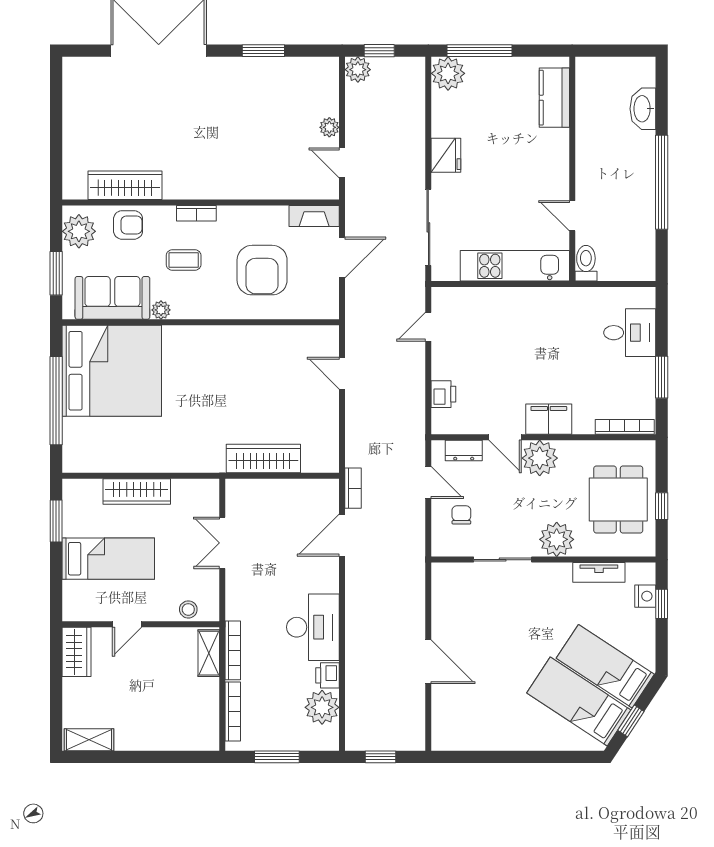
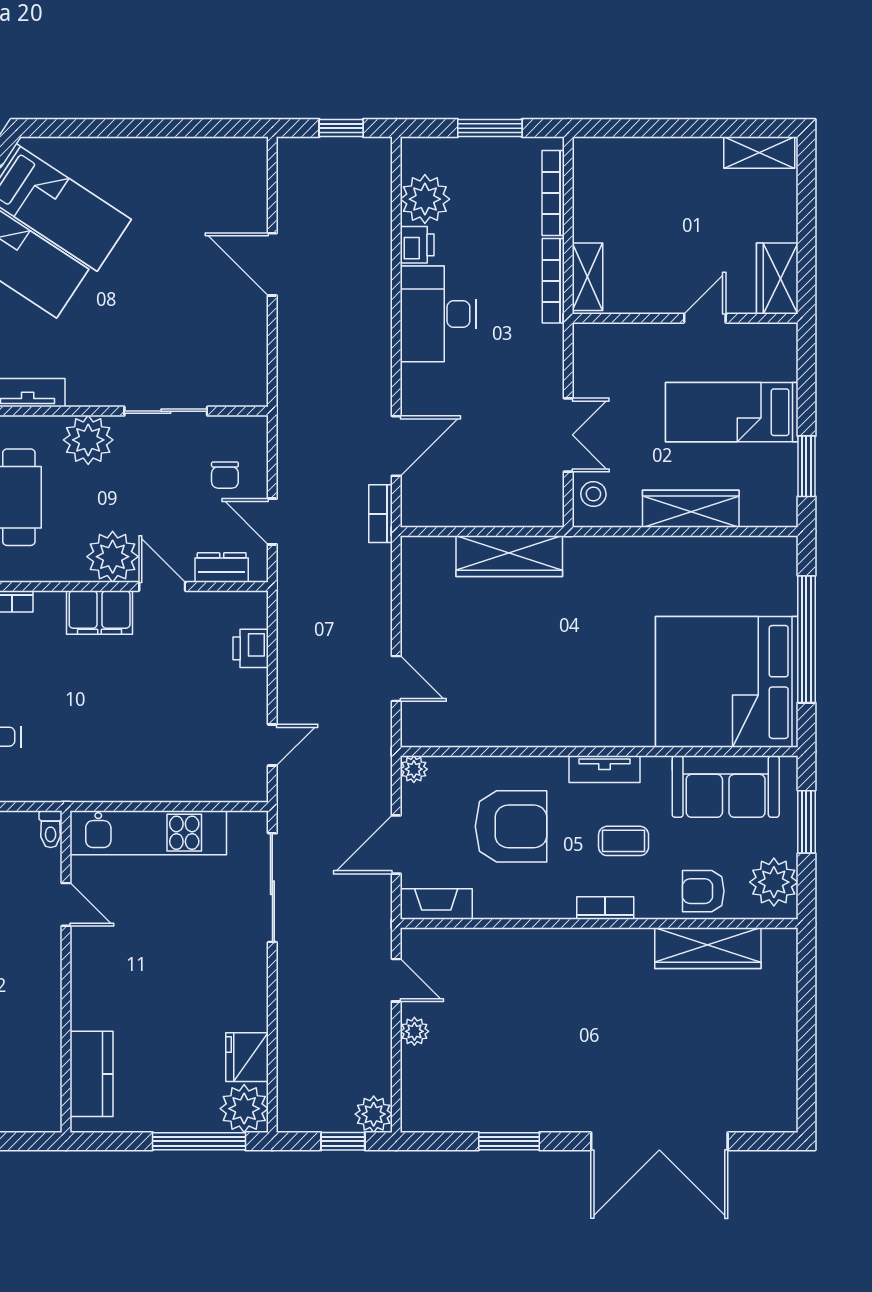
fridge: (446, 155) -> (247, 1057), moved
toilet: (586, 263) -> (51, 829), width x0.73, depth x0.72
armchair: (262, 270) -> (511, 826), turned 90
plant: (161, 310) -> (414, 769), moved
tv unit: (197, 310) -> (604, 769), added
stool: (188, 609) -> (593, 494), moved

